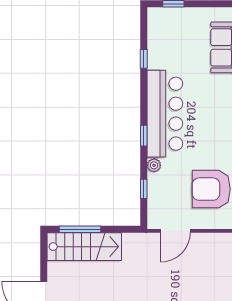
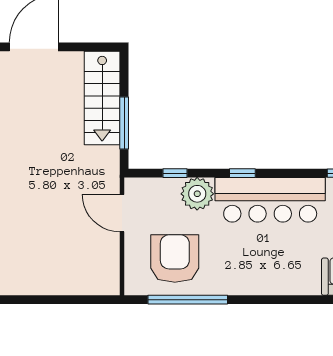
plant: (154, 165) -> (197, 194), width x1.88, depth x1.88
window: (80, 229) -> (124, 123), moved

